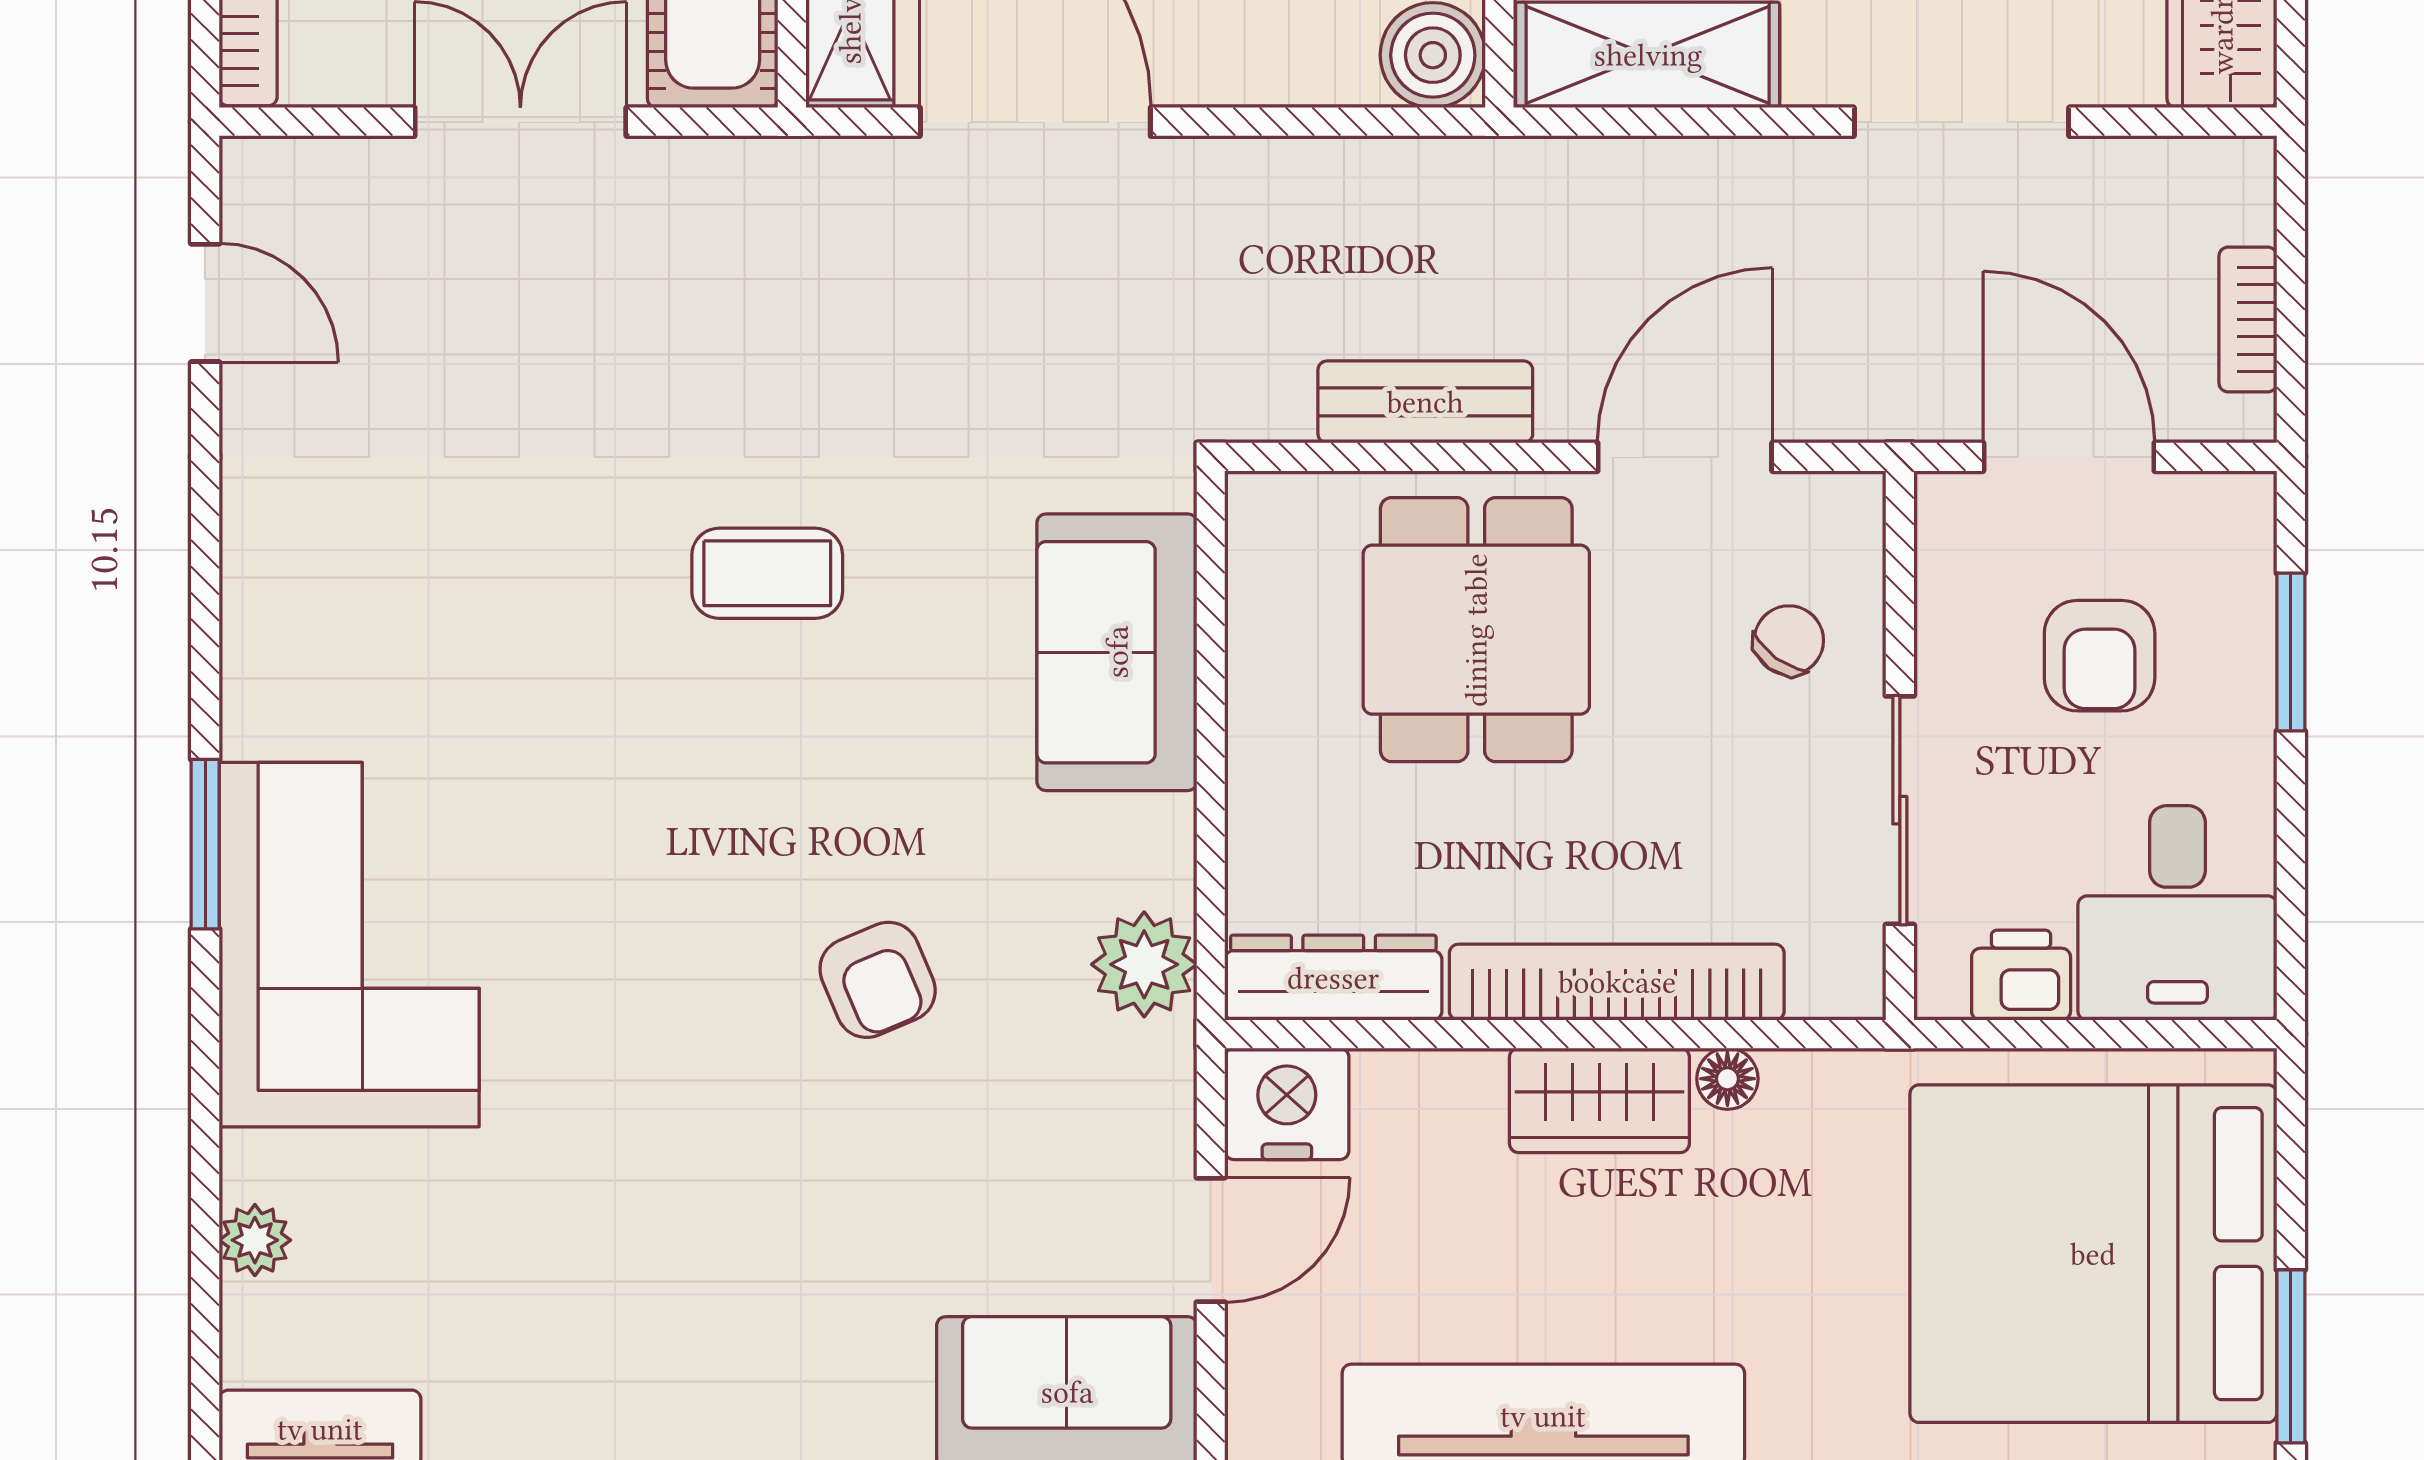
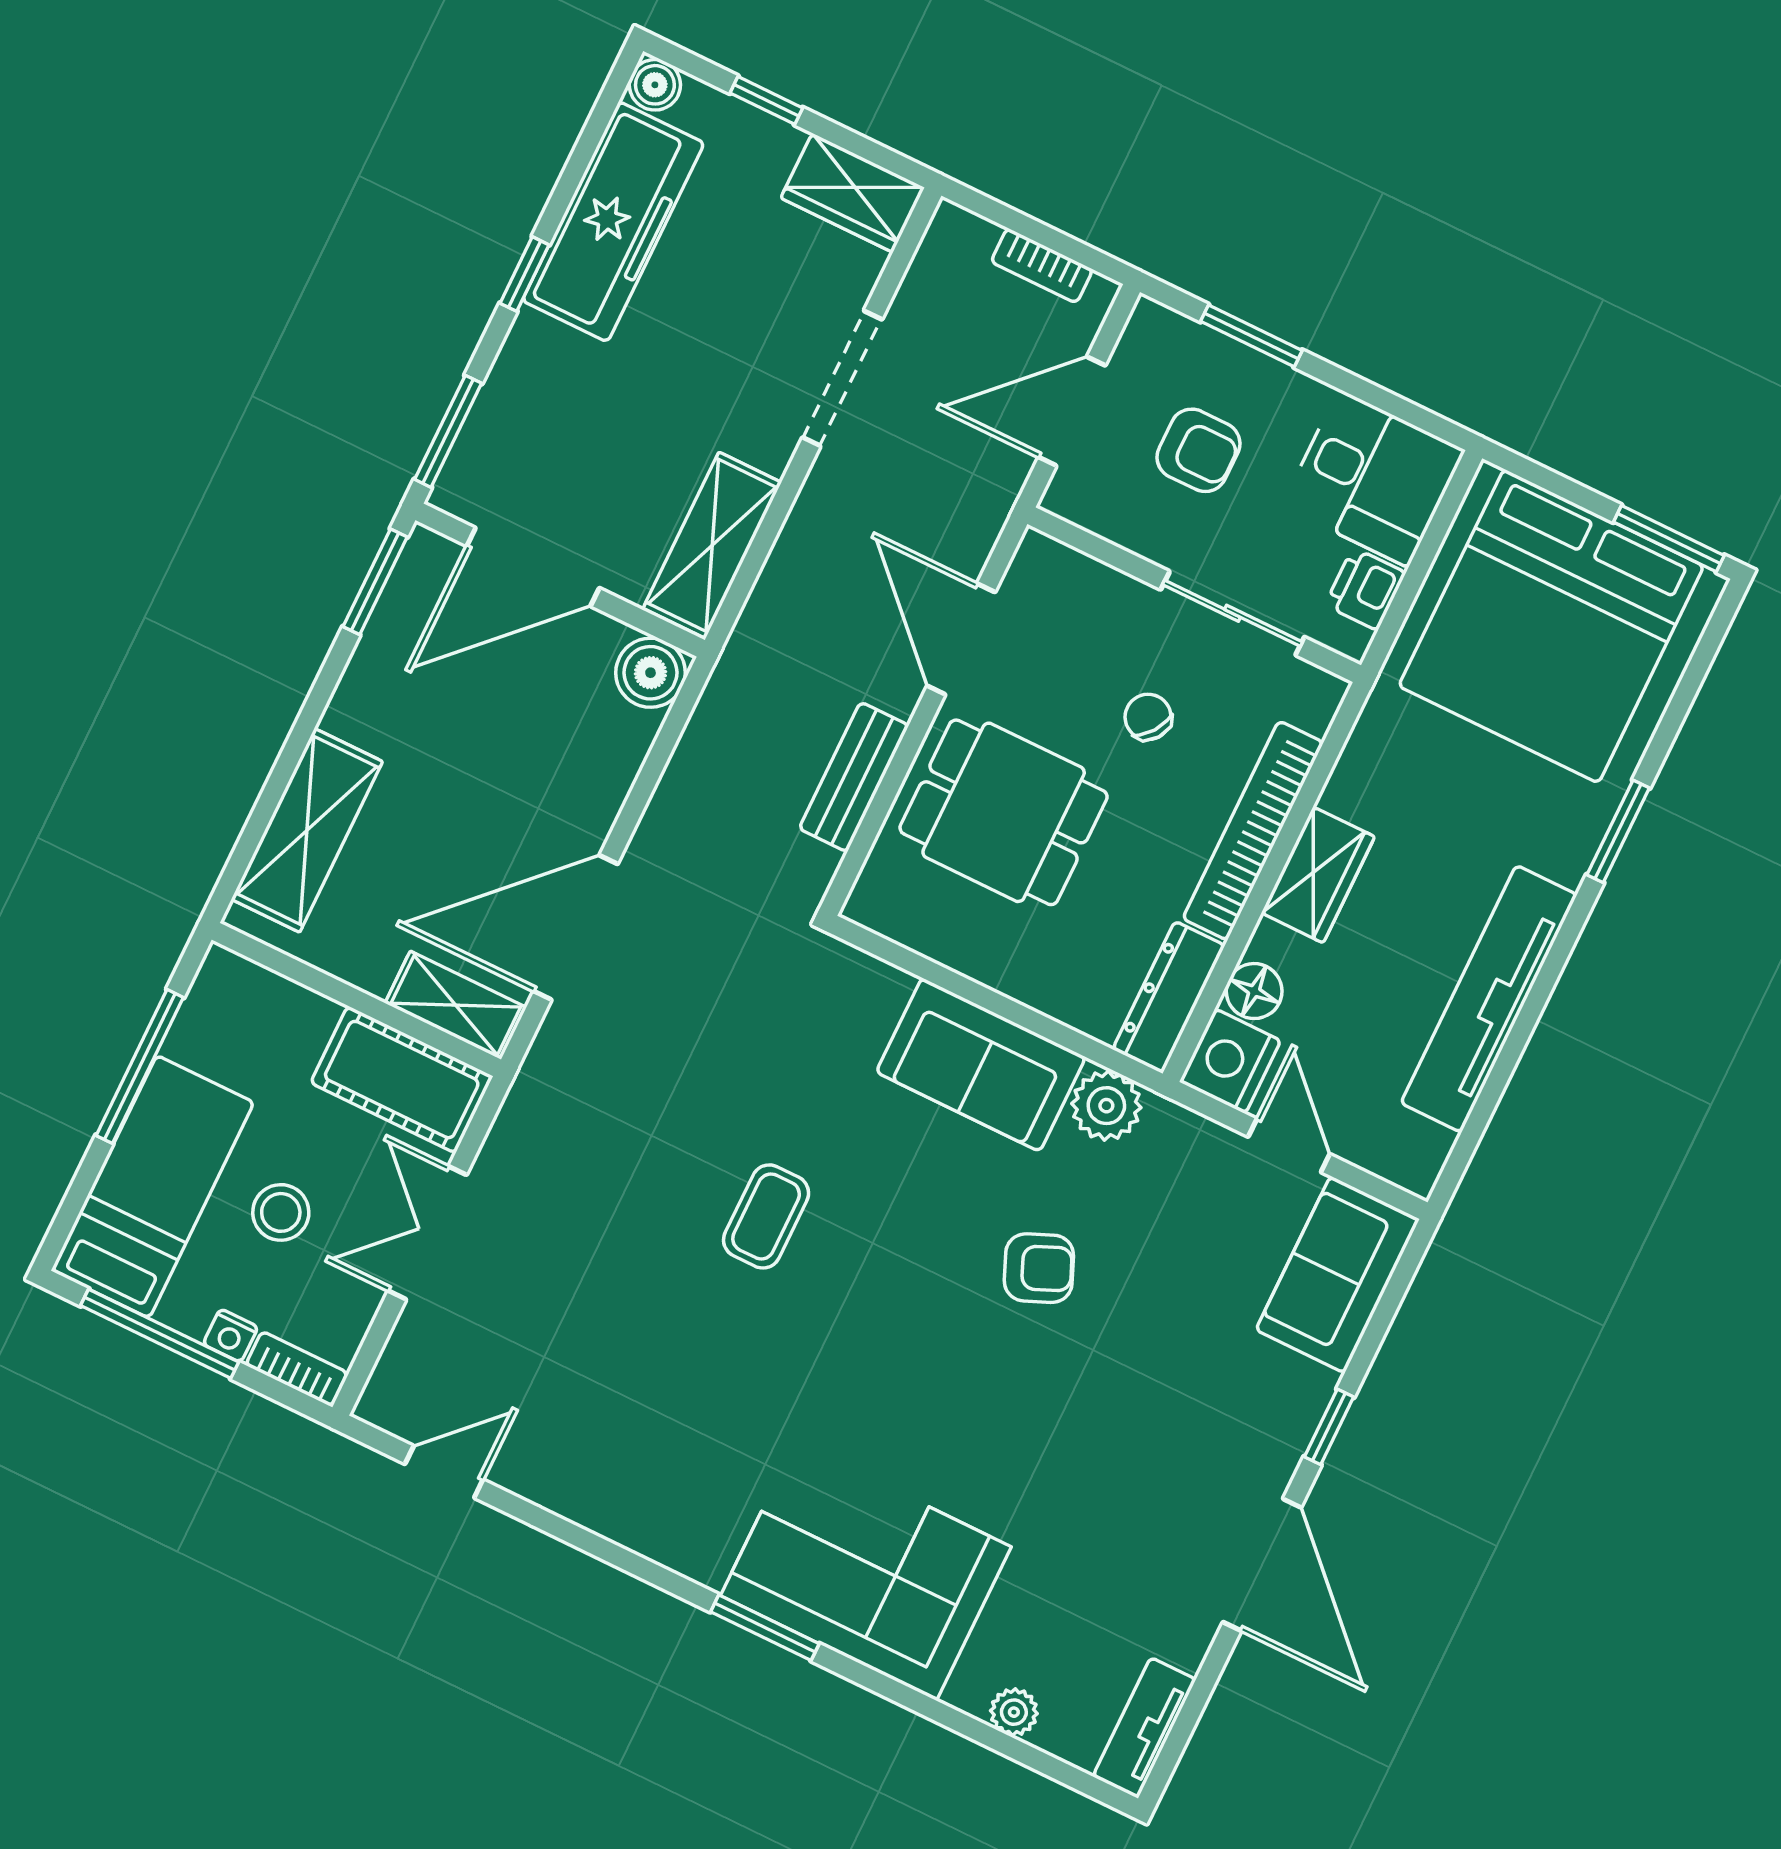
chair: (1789, 640) -> (1148, 717), moved
sofa: (1117, 652) -> (981, 1065), moved
floor lamp: (1727, 1079) -> (1254, 991), moved, width x1.37, depth x1.37

